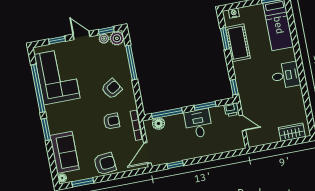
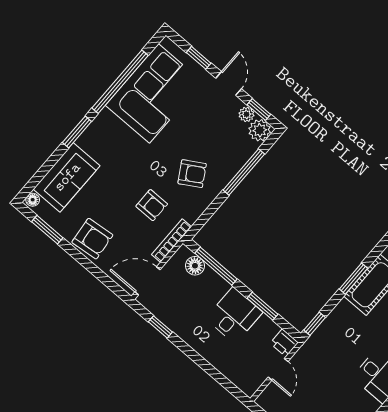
window: (225, 39) -> (353, 279), moved

